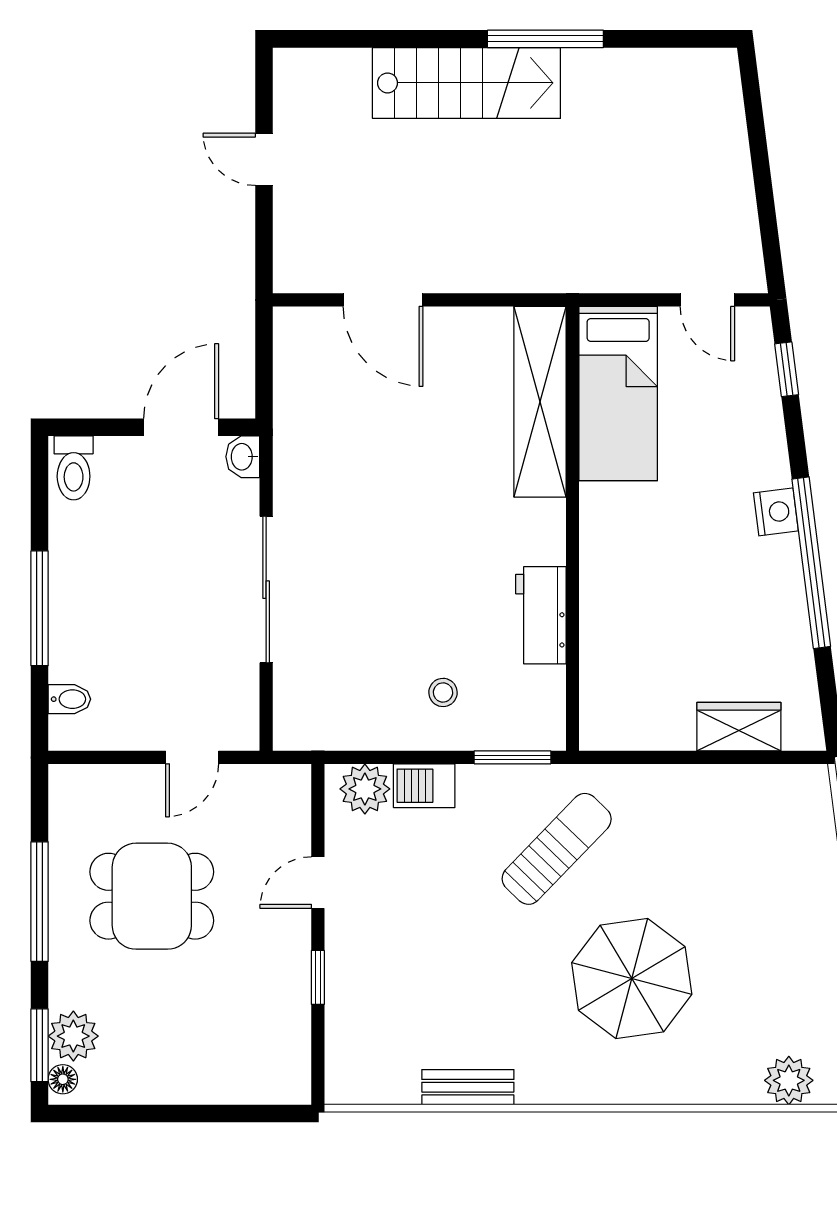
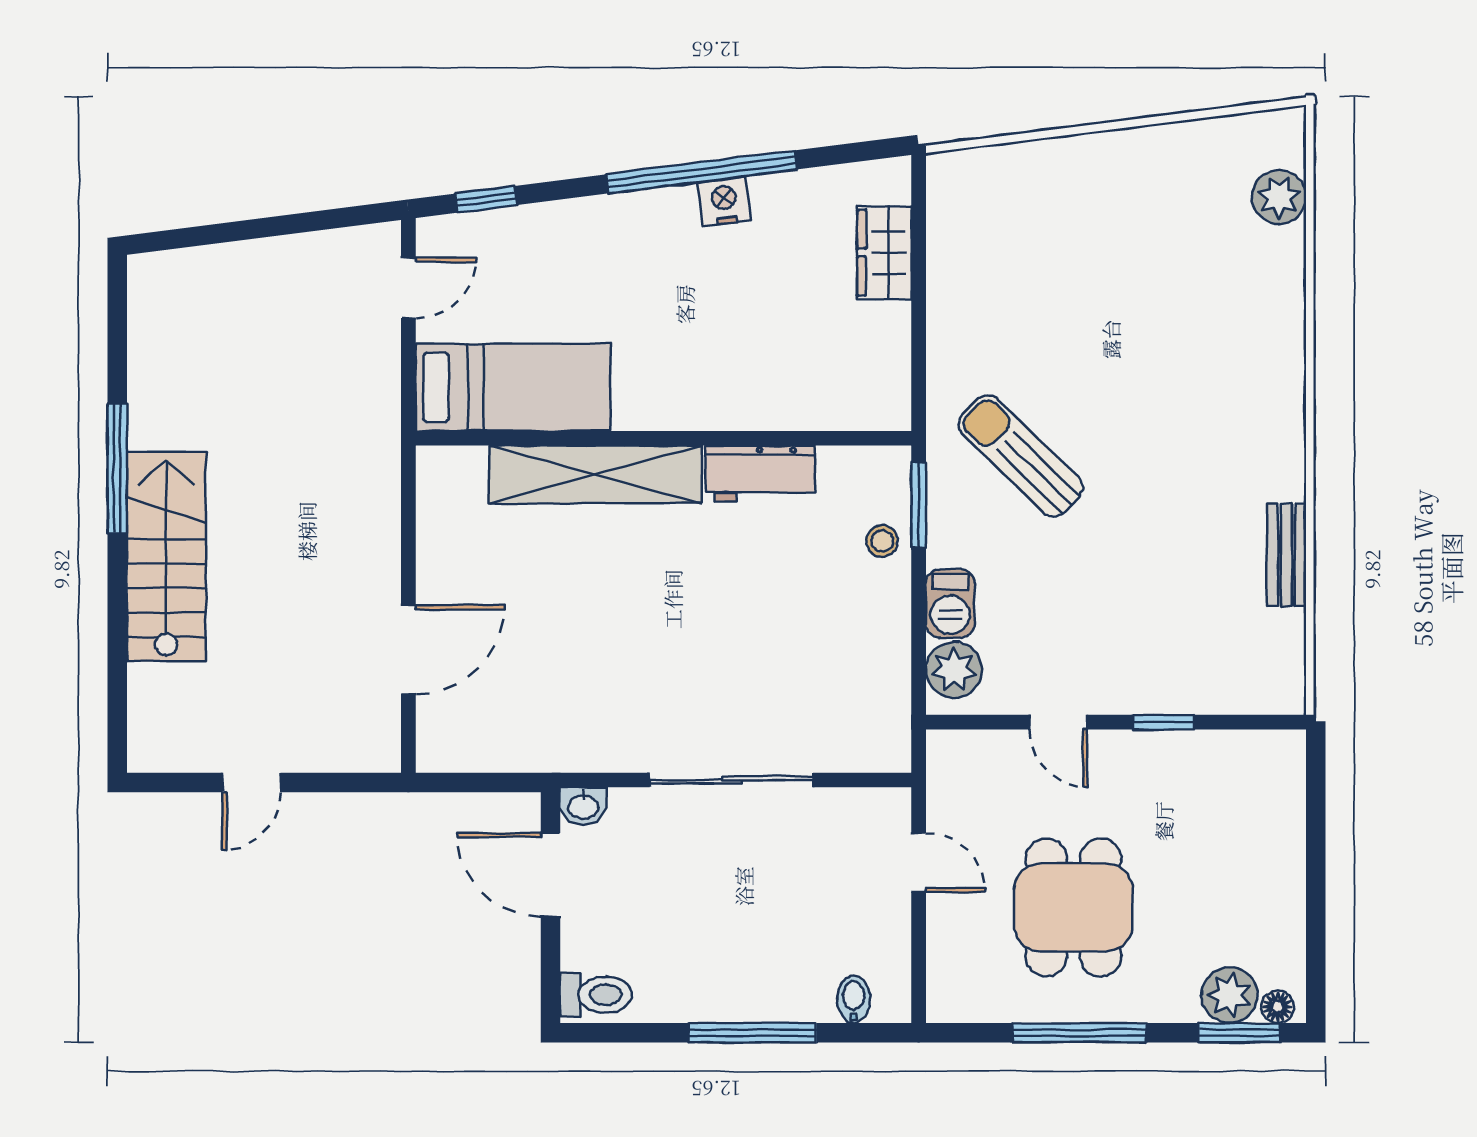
shelving: (540, 402) -> (595, 474), moved
nightstand: (776, 512) -> (724, 201), moved
stool: (443, 692) -> (882, 541), moved
parasol: (632, 978) -> (1165, 372), removed

